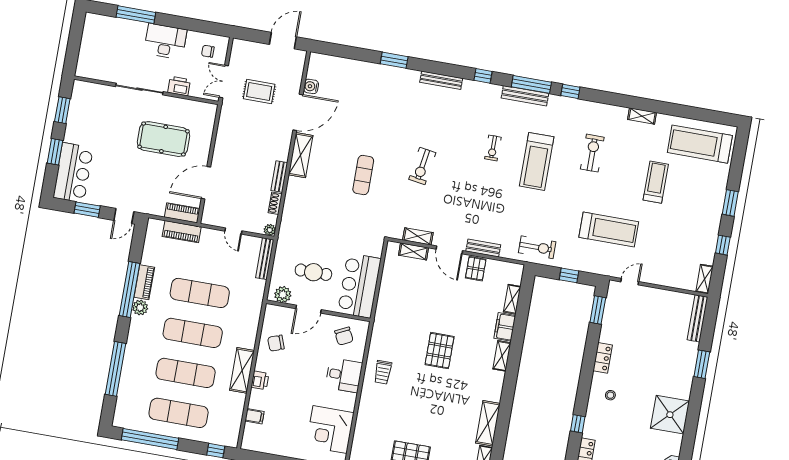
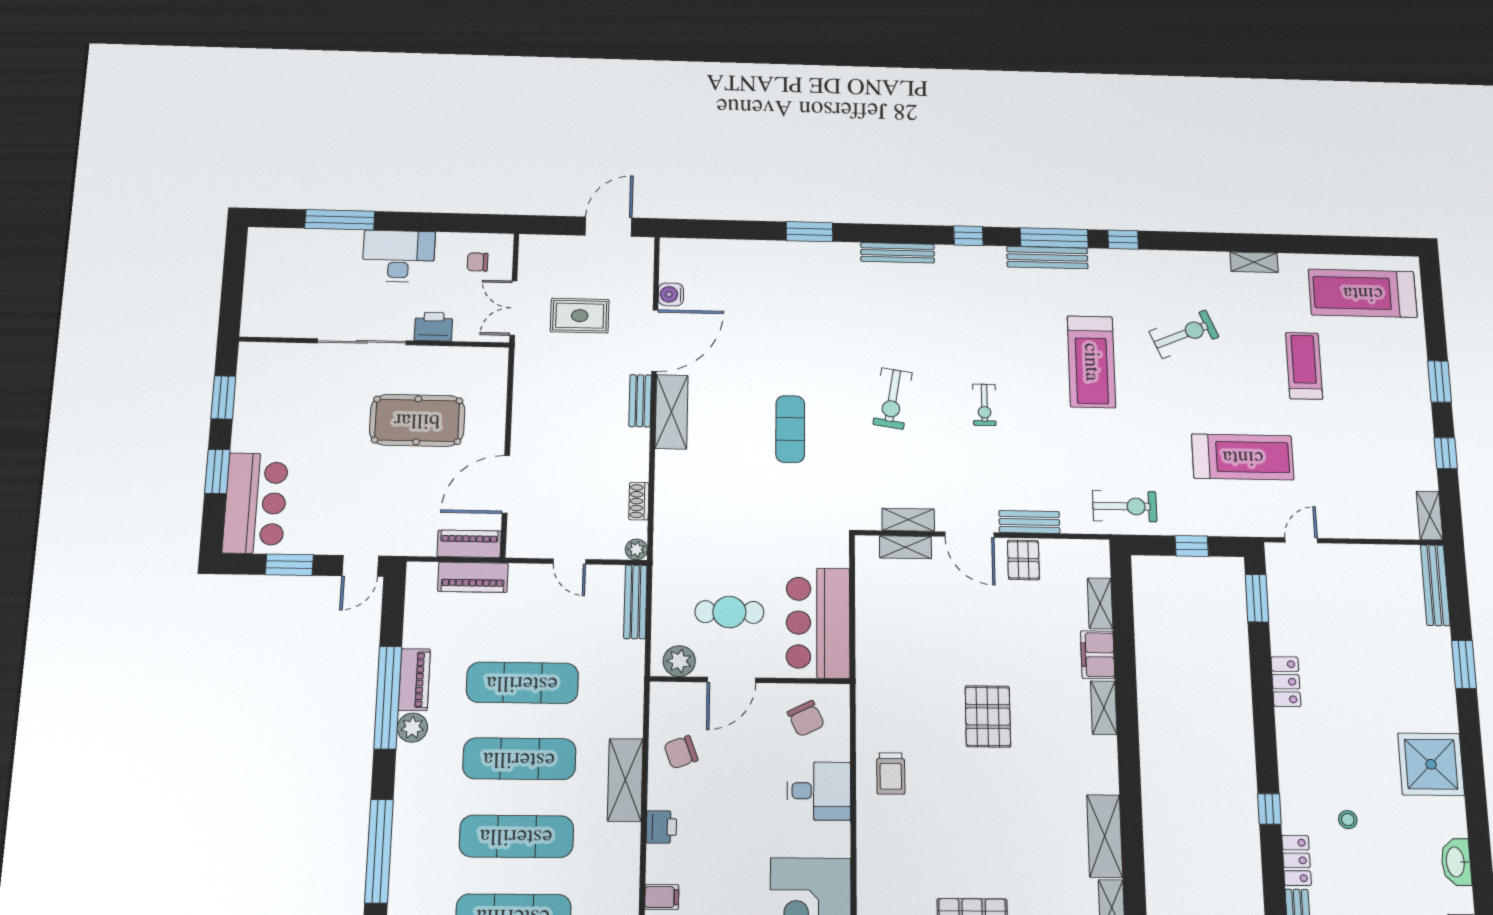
exercise bike: (493, 148) -> (984, 405), moved
exercise bike: (592, 153) -> (1184, 334), turned 67
bench: (279, 177) -> (640, 401), moved
shelving: (242, 370) -> (625, 780), moved
stool: (610, 395) -> (1348, 820), moved

